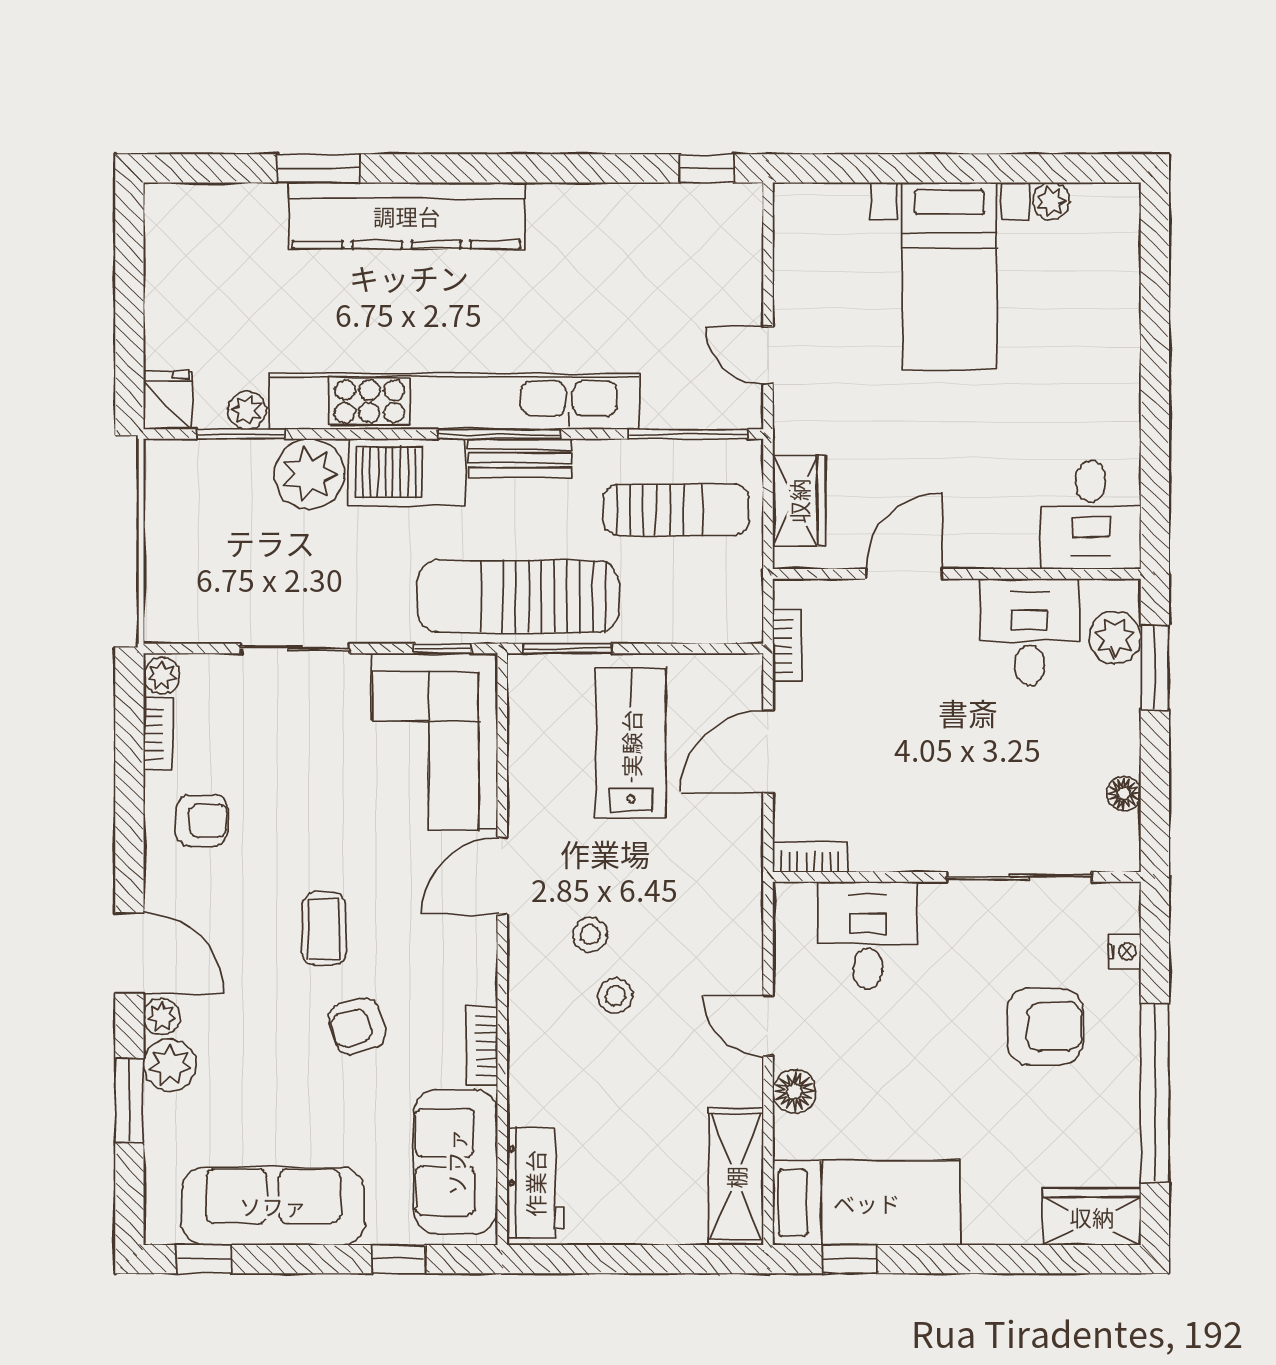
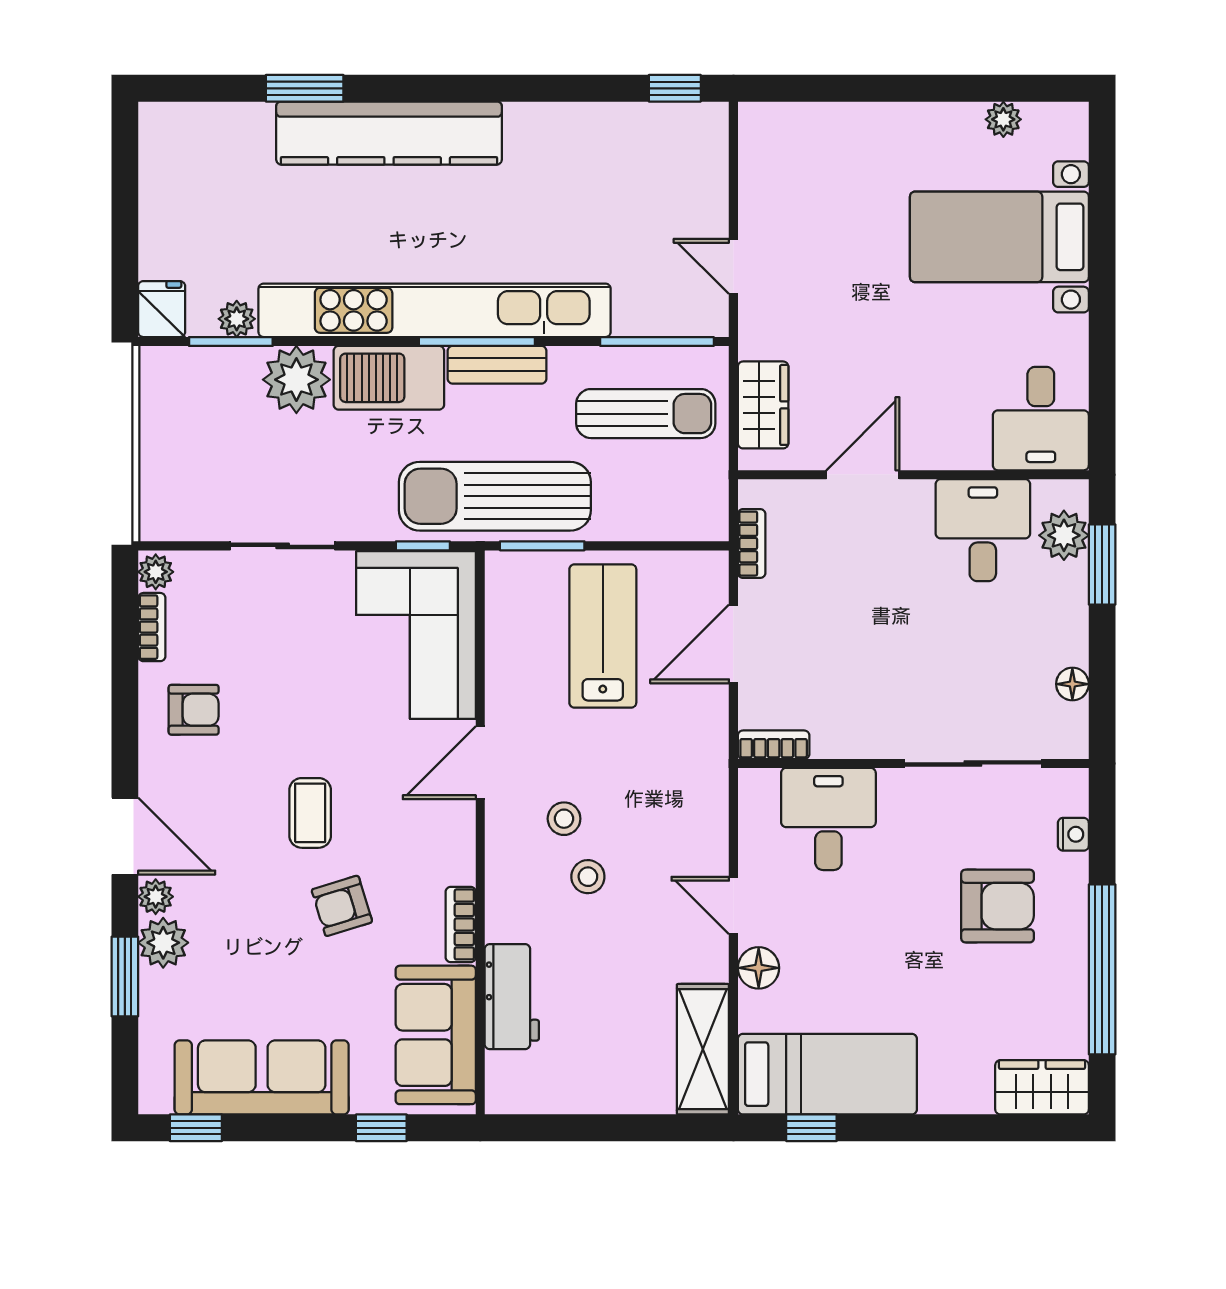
bed with nightstands: (950, 276) -> (999, 237), moved, turned 90
workbench: (535, 1183) -> (512, 997), moved

